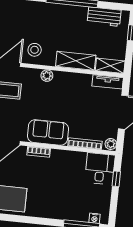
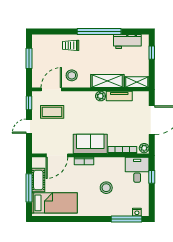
trolley: (37, 14) -> (71, 45), added
plant: (47, 76) -> (101, 96), moved
tv unit: (108, 82) -> (119, 96), moved
stool: (61, 186) -> (106, 188), added

